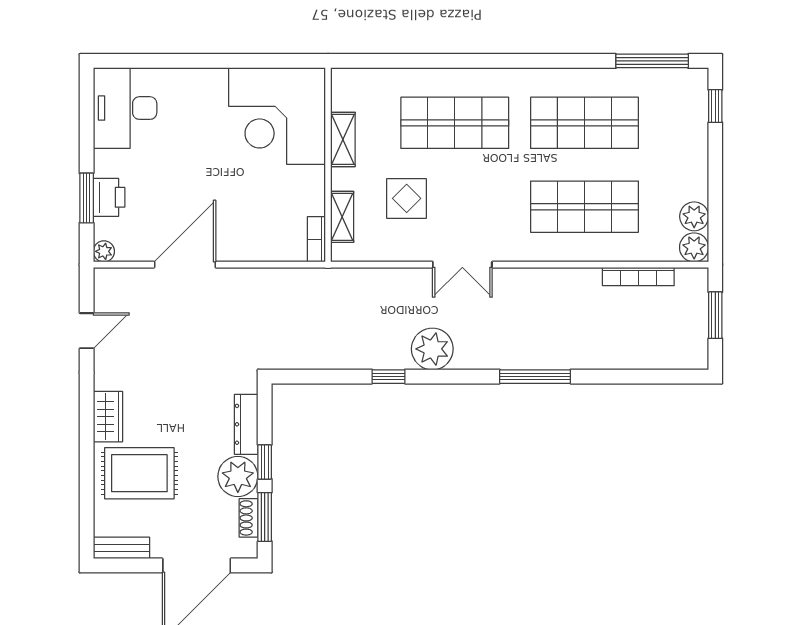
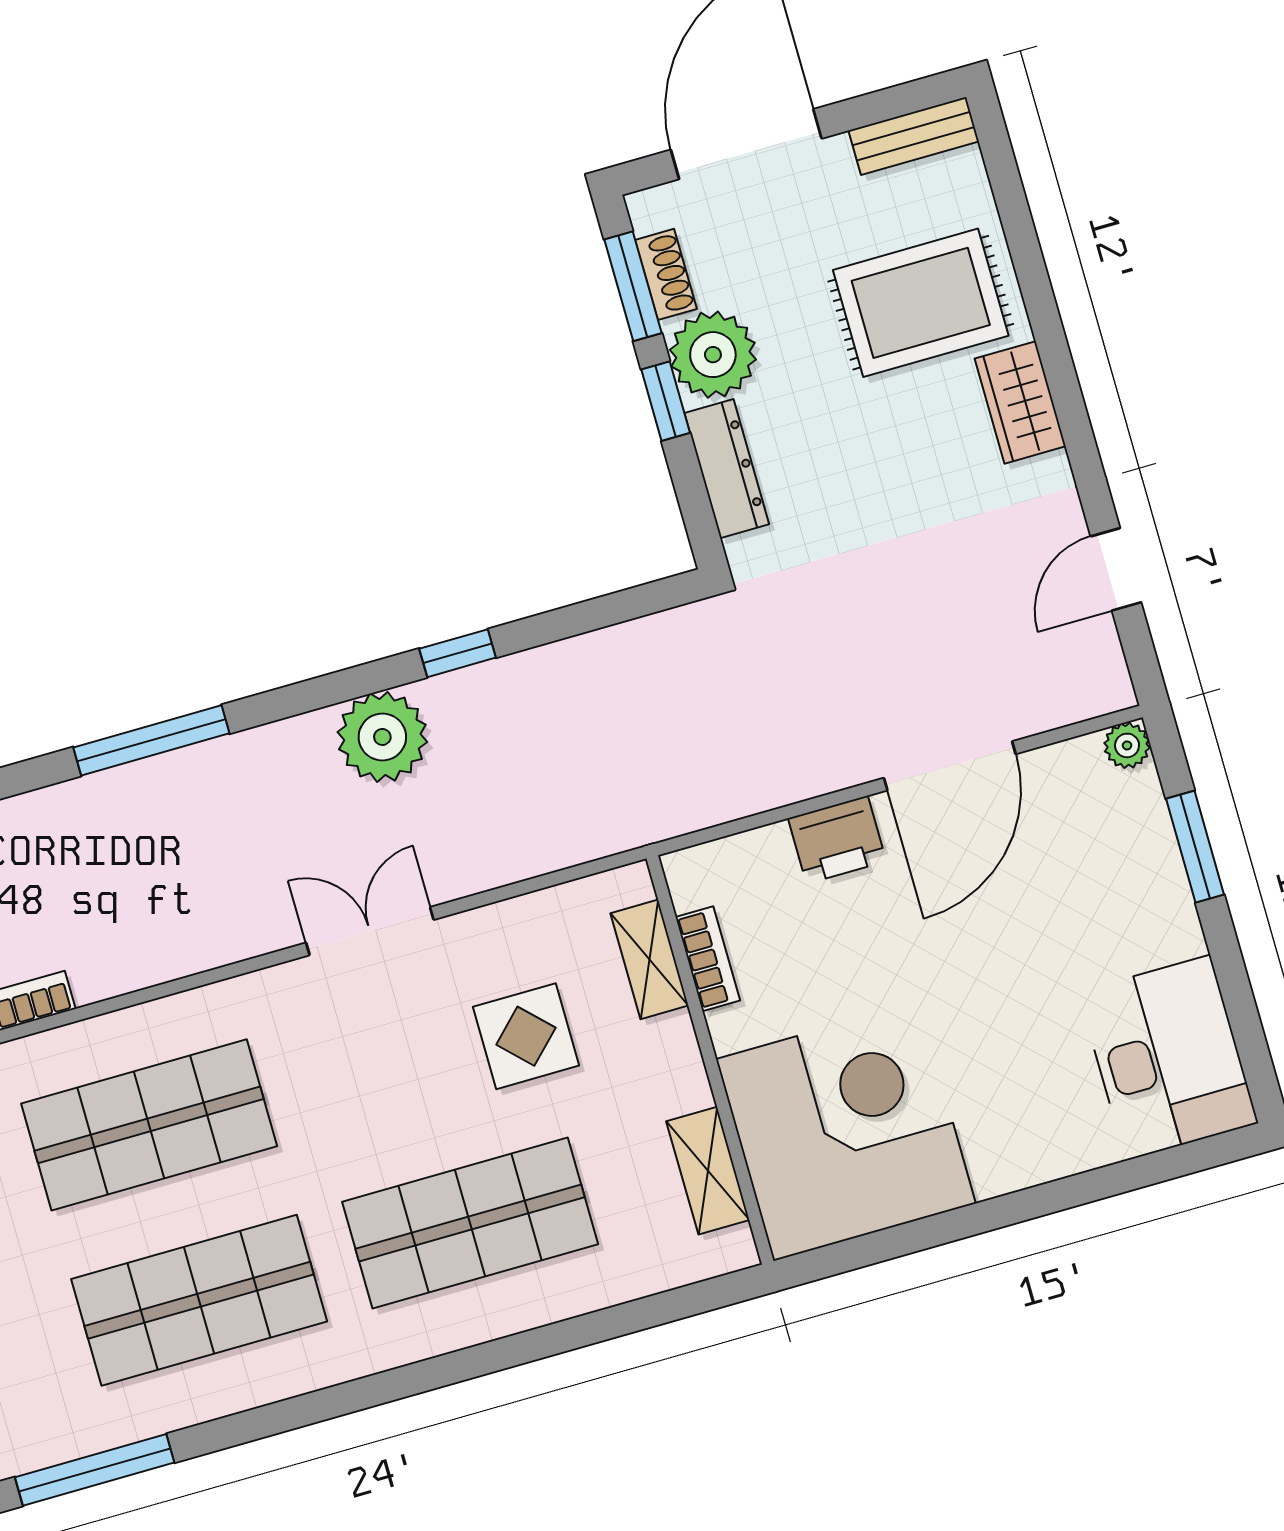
shelving: (343, 139) -> (708, 1171), moved
printer: (109, 197) -> (837, 840), moved, turned -90
bookcase: (316, 239) -> (708, 959), moved

